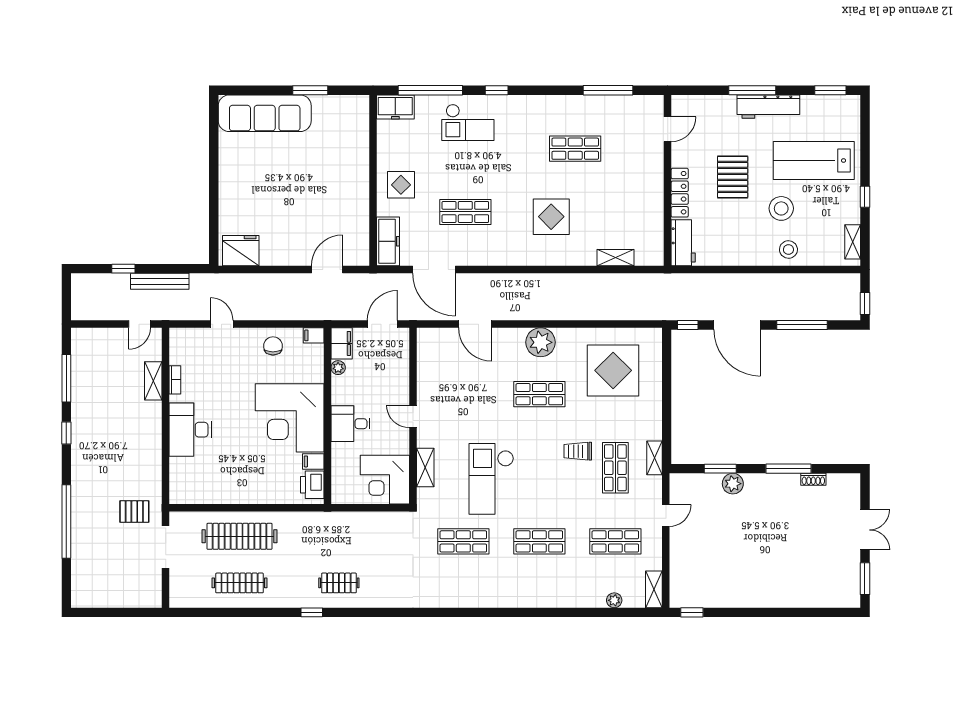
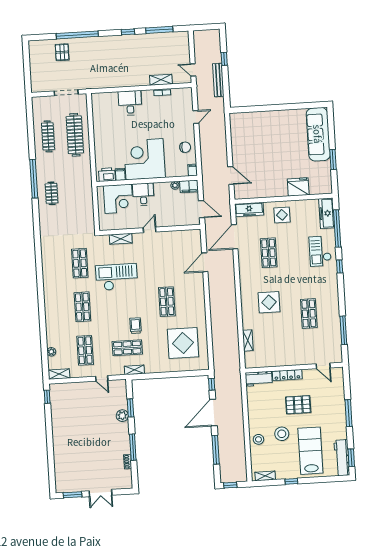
freezer: (395, 107) -> (327, 213), width x1.40
workbench: (768, 107) -> (342, 458), moved
fridge: (241, 251) -> (298, 187), moved, turned -90
plant: (541, 342) -> (197, 300), removed
desk: (190, 430) -> (130, 103), width x0.73
corner desk: (385, 480) -> (118, 199), moved, turned 180
pallet: (134, 512) -> (62, 52), moved
window: (312, 612) -> (34, 179), width x3.17

